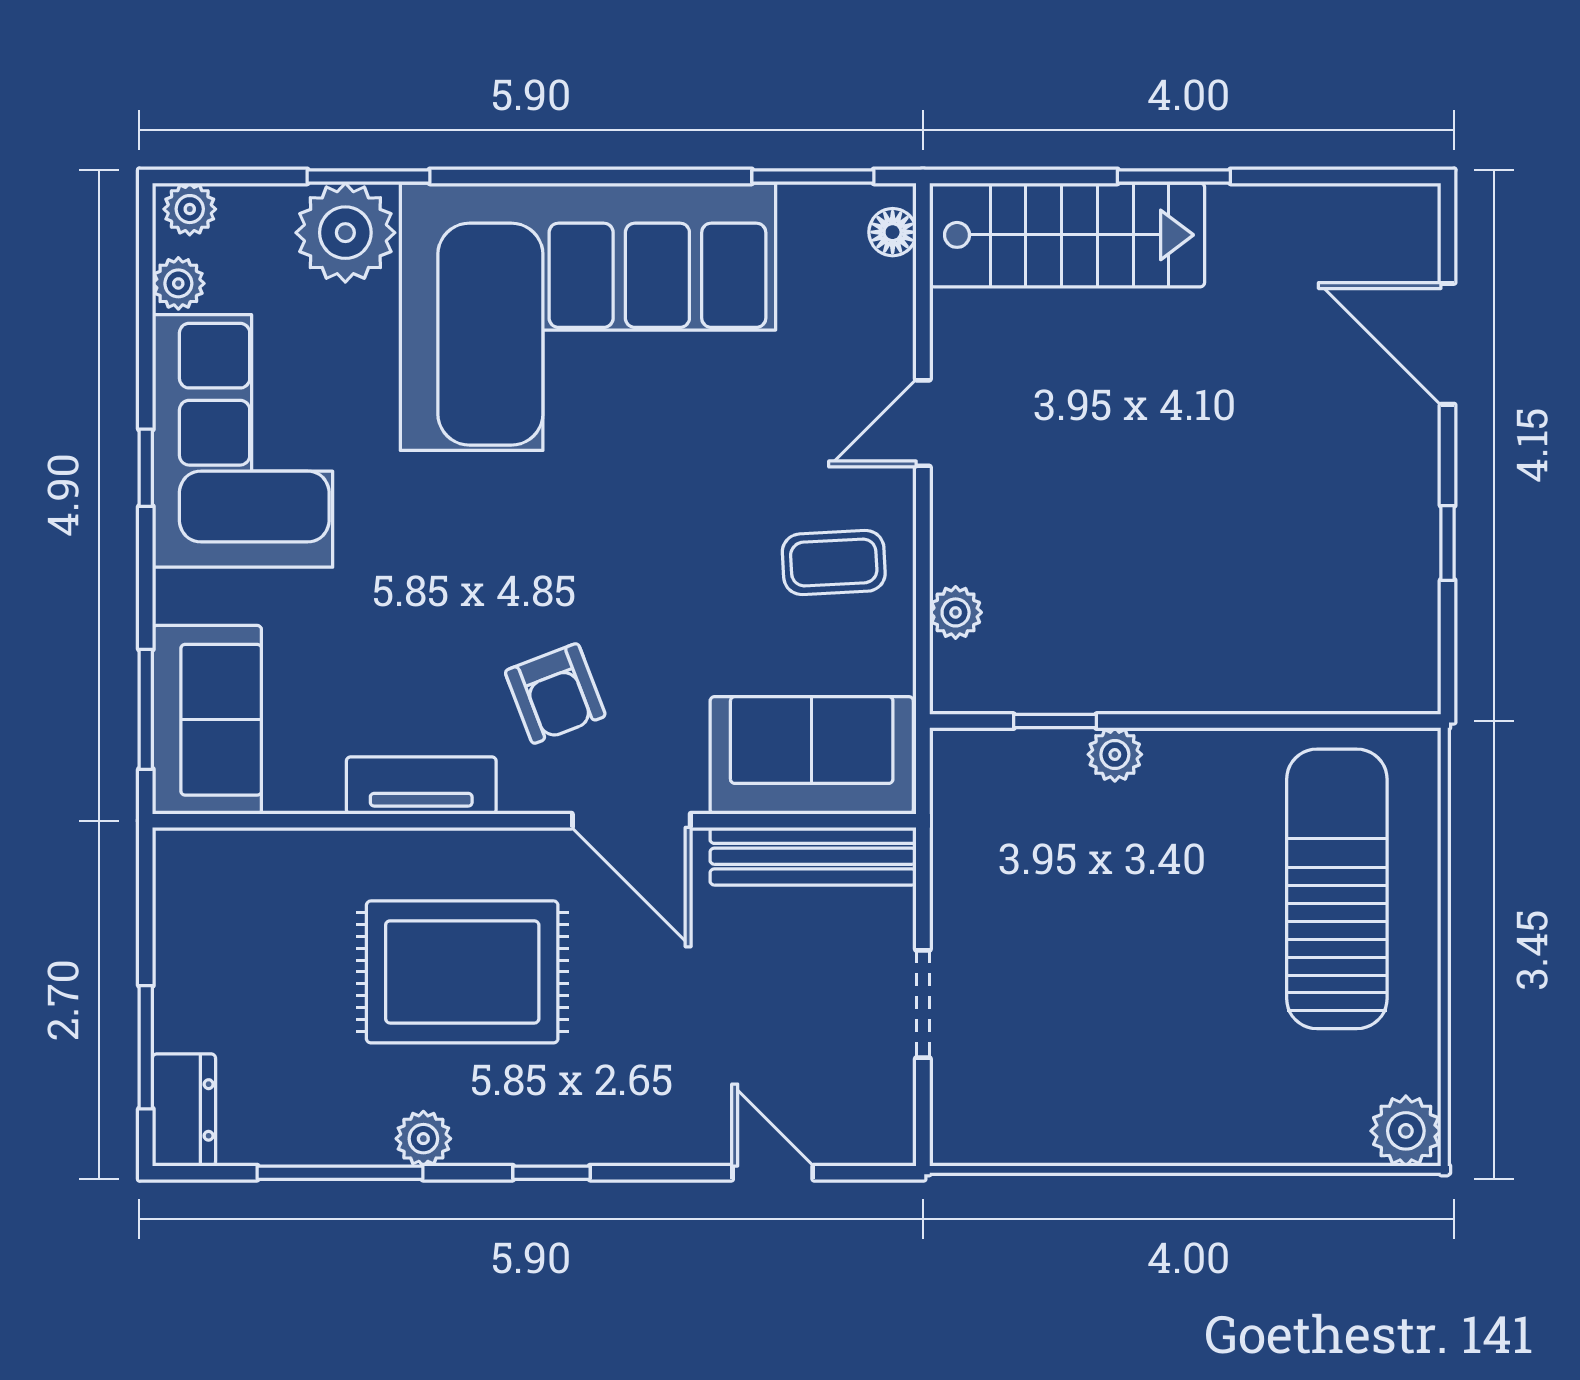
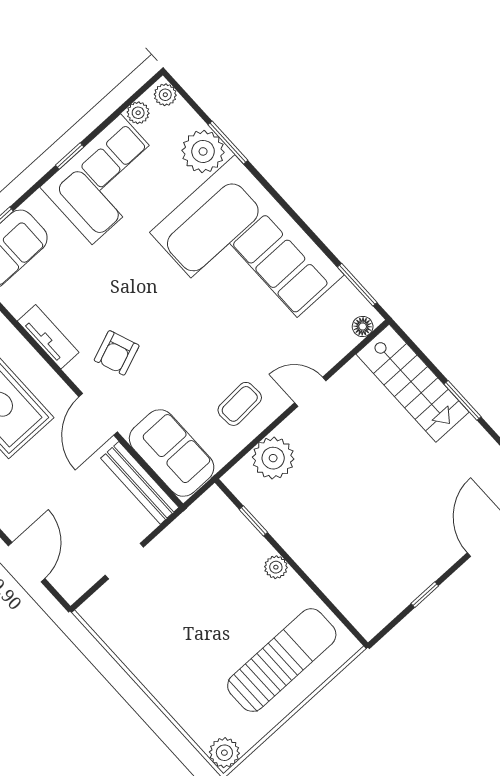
coffee table: (834, 563) -> (240, 404), turned 90
plant: (956, 612) -> (273, 458), width x1.88, depth x1.88
plant: (1115, 754) -> (276, 567), moved
door: (773, 1173) -> (27, 562), width x1.38

